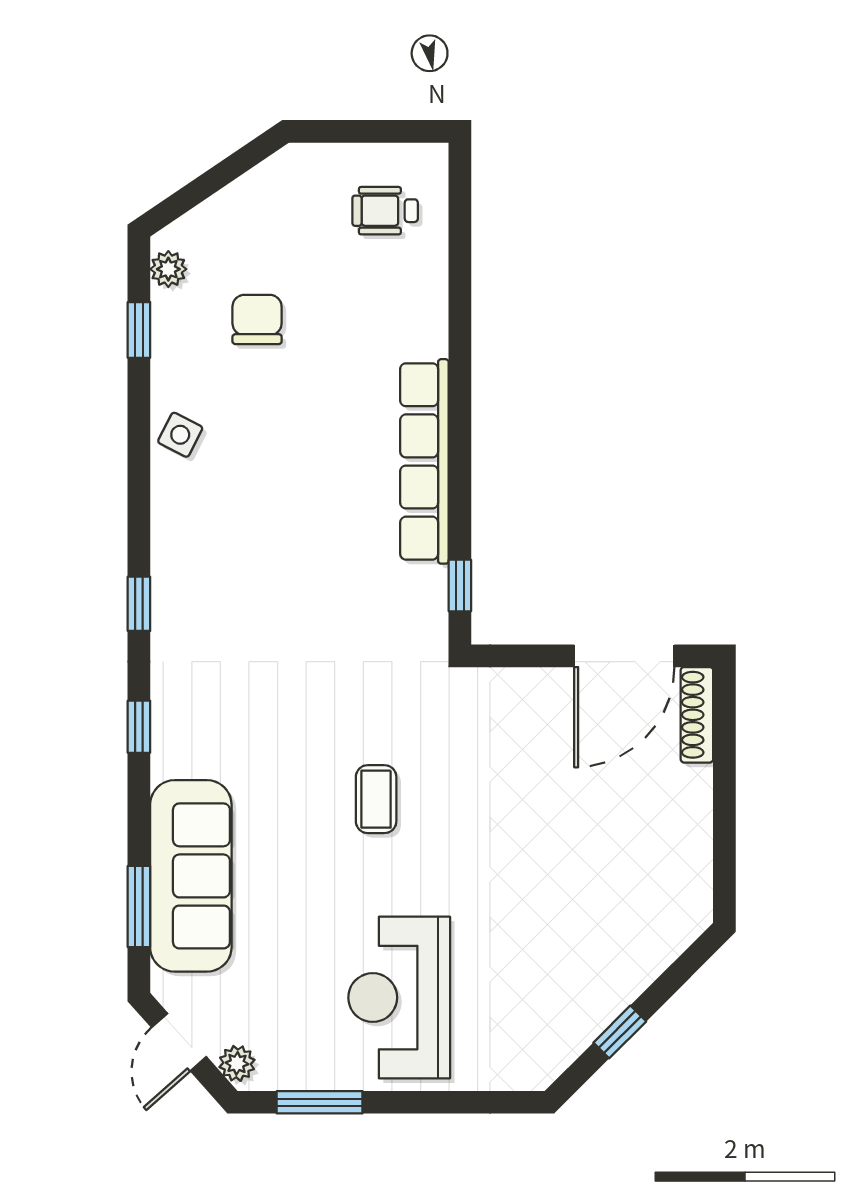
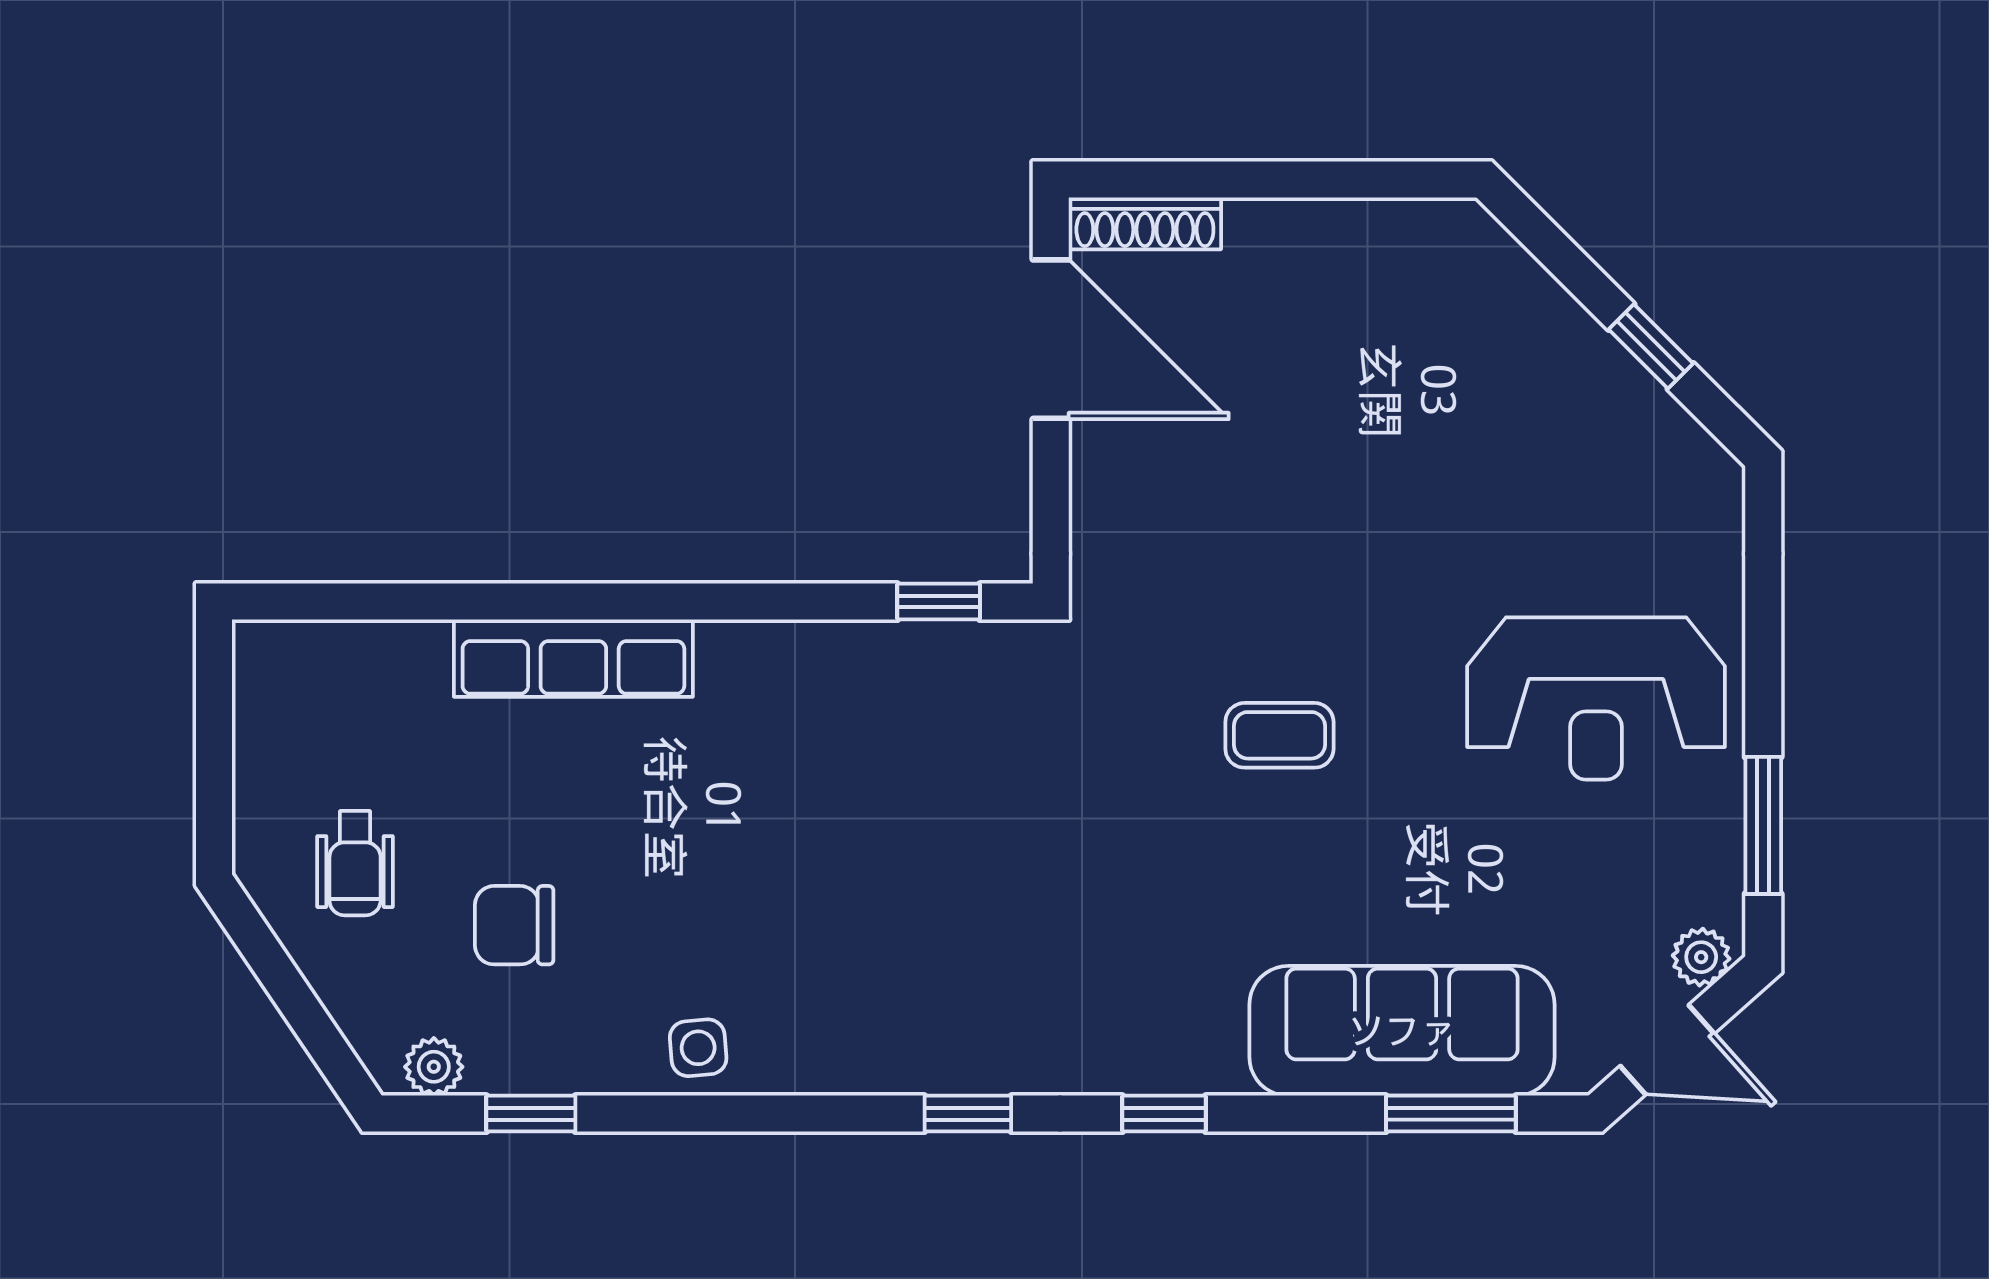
wheelchair: (385, 211) -> (355, 863), moved
side table: (180, 435) -> (698, 1048), turned -32
row of seats: (424, 461) -> (573, 658), moved, width x0.73

